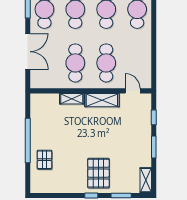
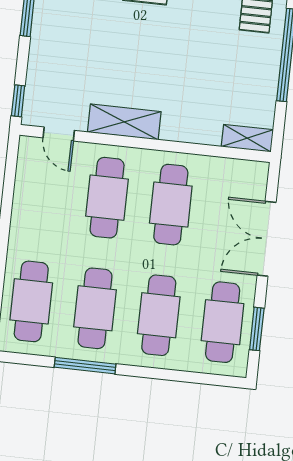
shelving: (72, 99) -> (247, 138), moved
window: (154, 117) -> (18, 101), moved

